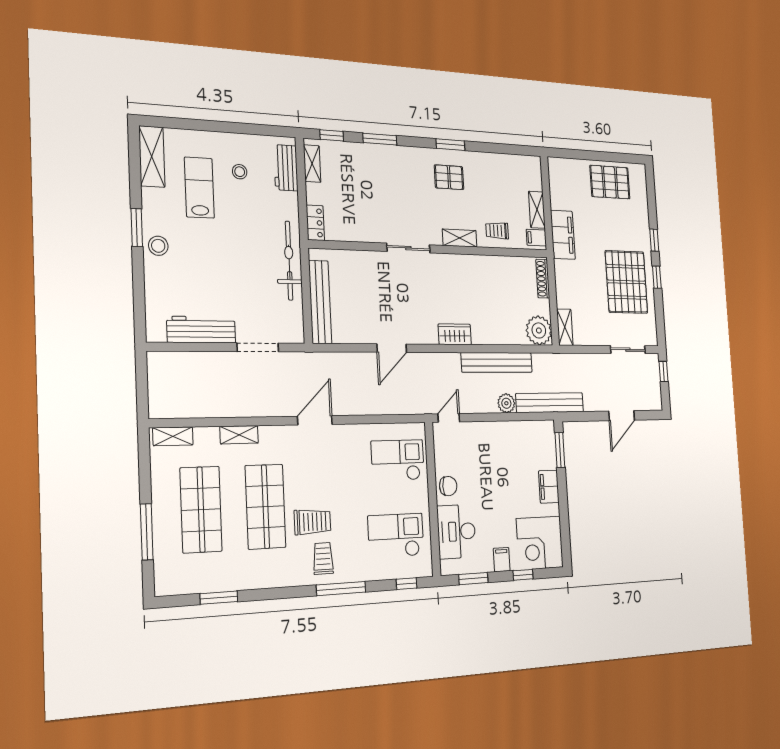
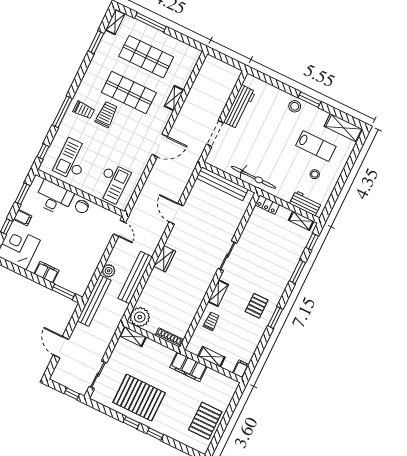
filing cabinet: (536, 238) -> (241, 369), moved
door: (315, 420) -> (160, 145), hinge flipped
shelving: (173, 436) -> (115, 22), moved
trolley: (312, 522) -> (106, 115), turned 180
checkout: (396, 536) -> (72, 159), turned 180

